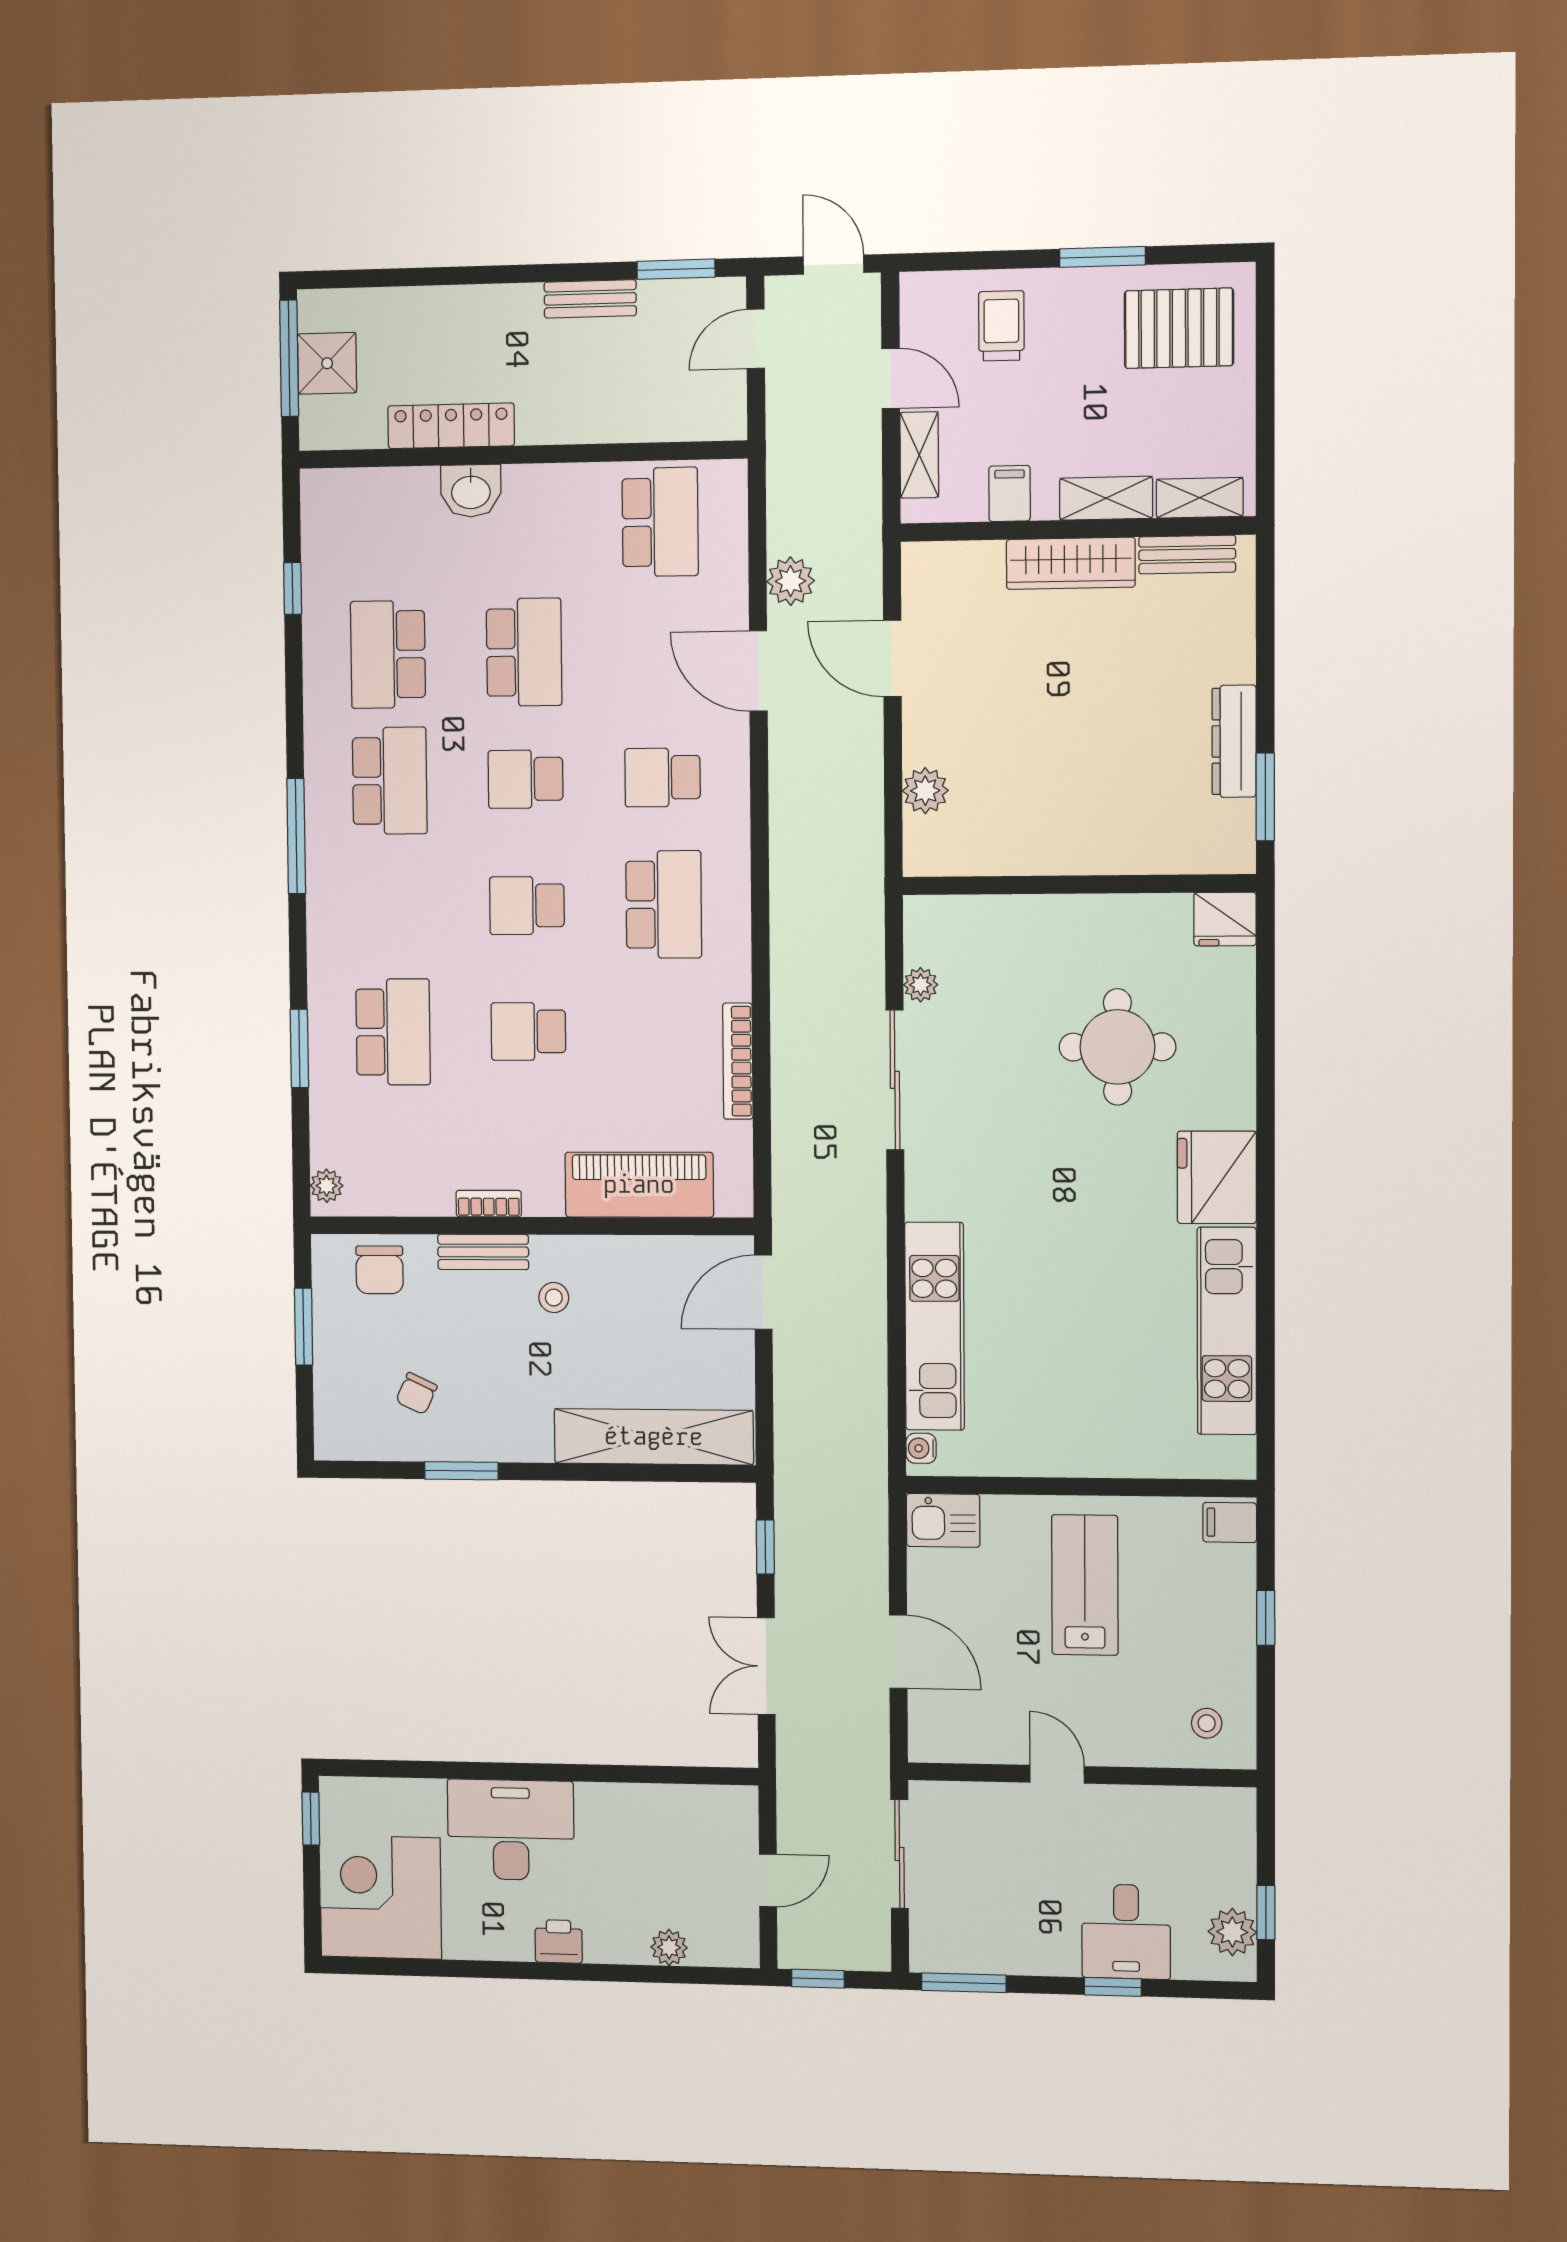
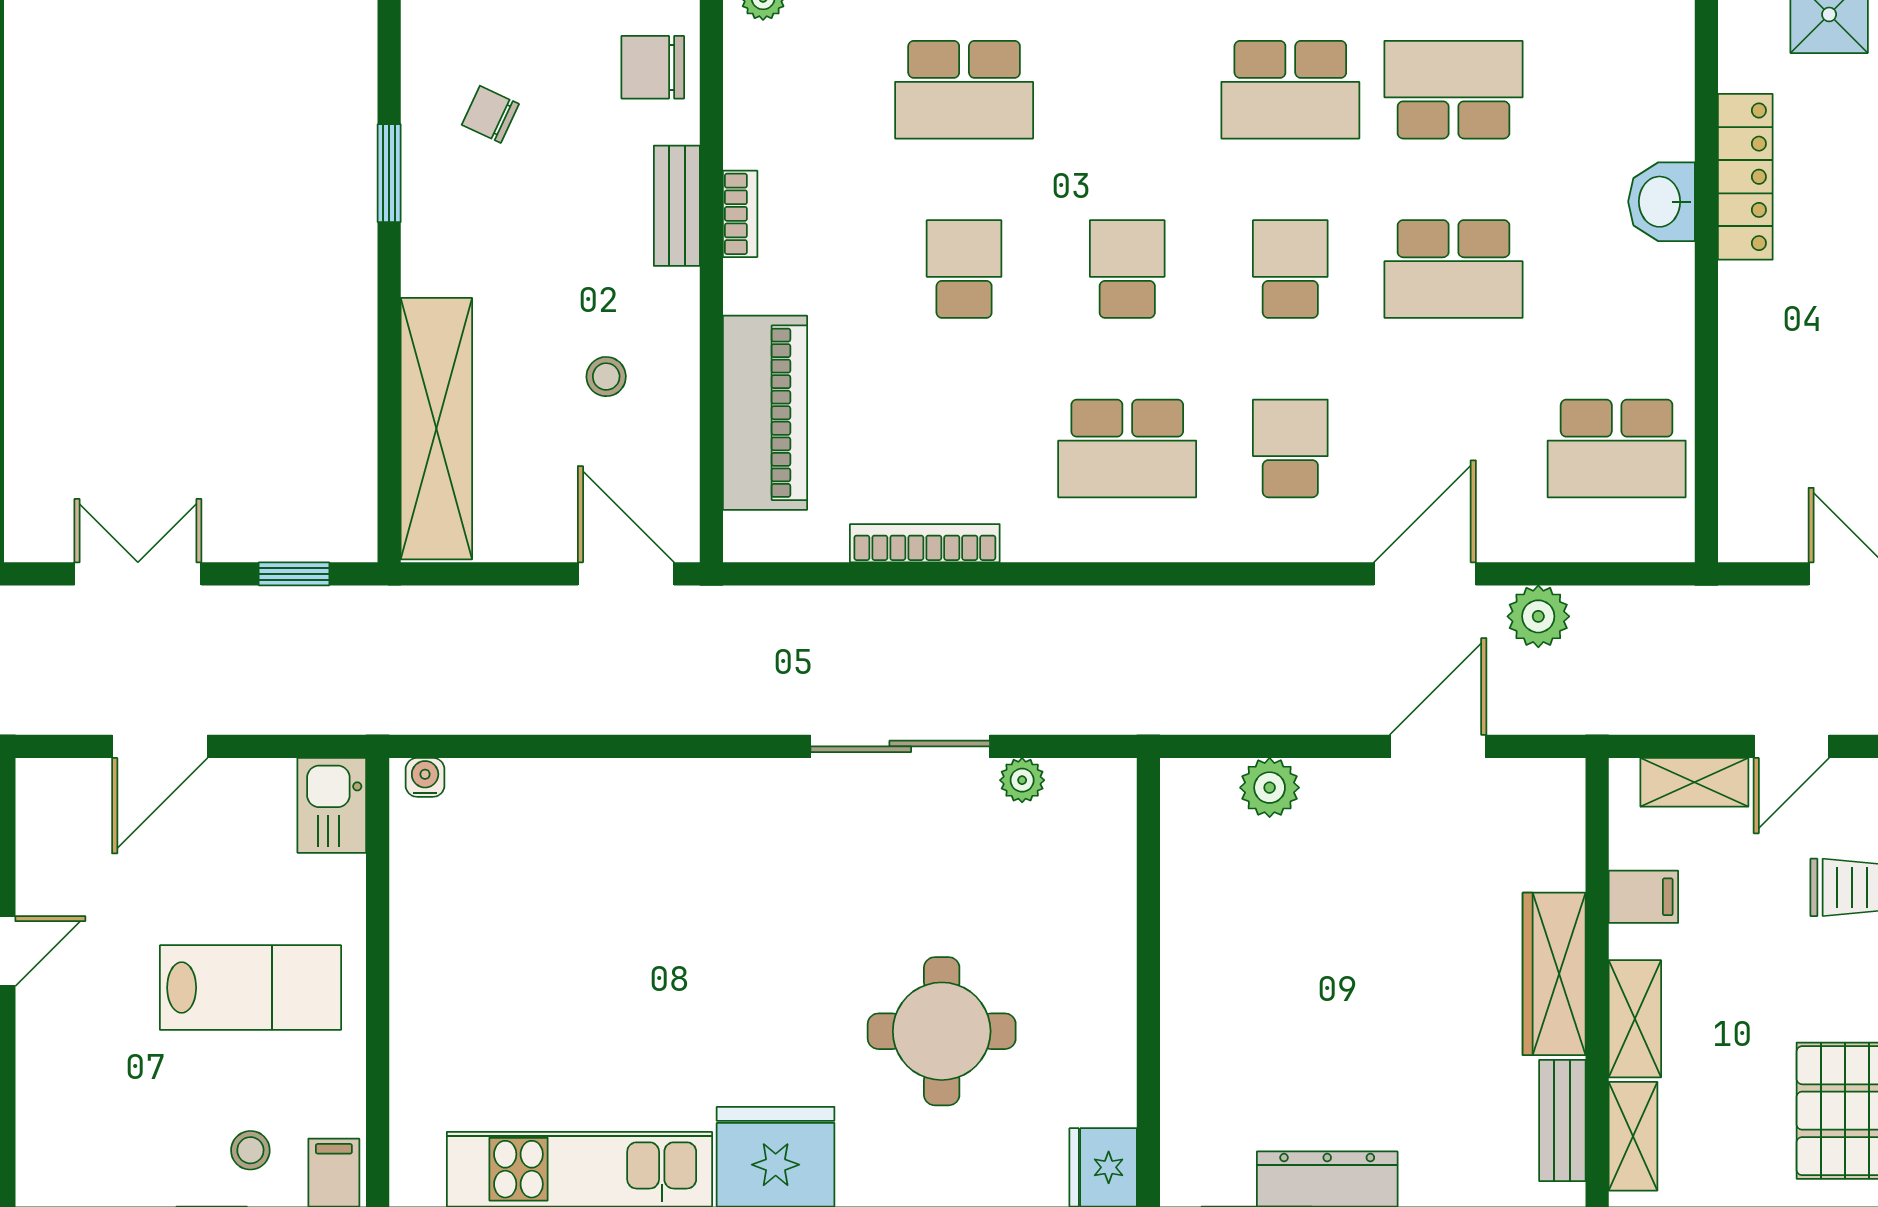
stool: (554, 1298) -> (606, 377), moved
kitchen unit: (935, 1326) -> (583, 796), removed
stool: (1207, 1723) -> (250, 1150), moved

